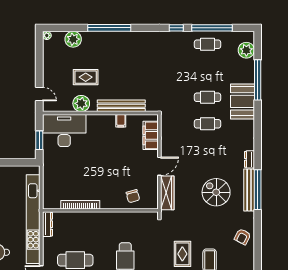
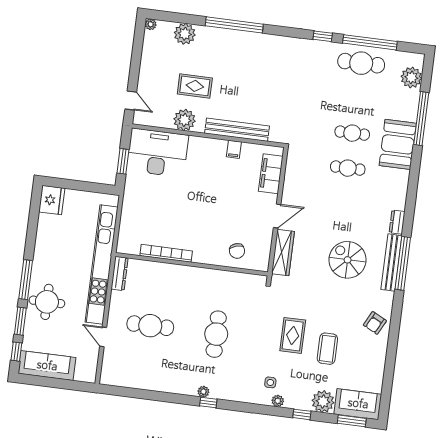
cafe table: (207, 44) -> (361, 63), width x1.37, depth x1.35

